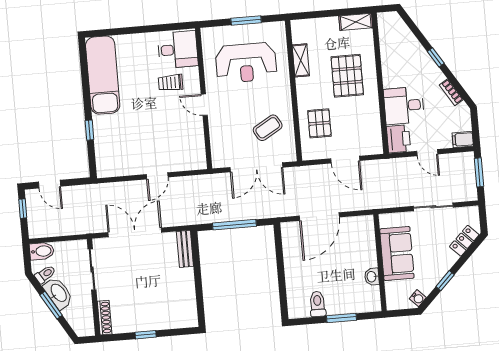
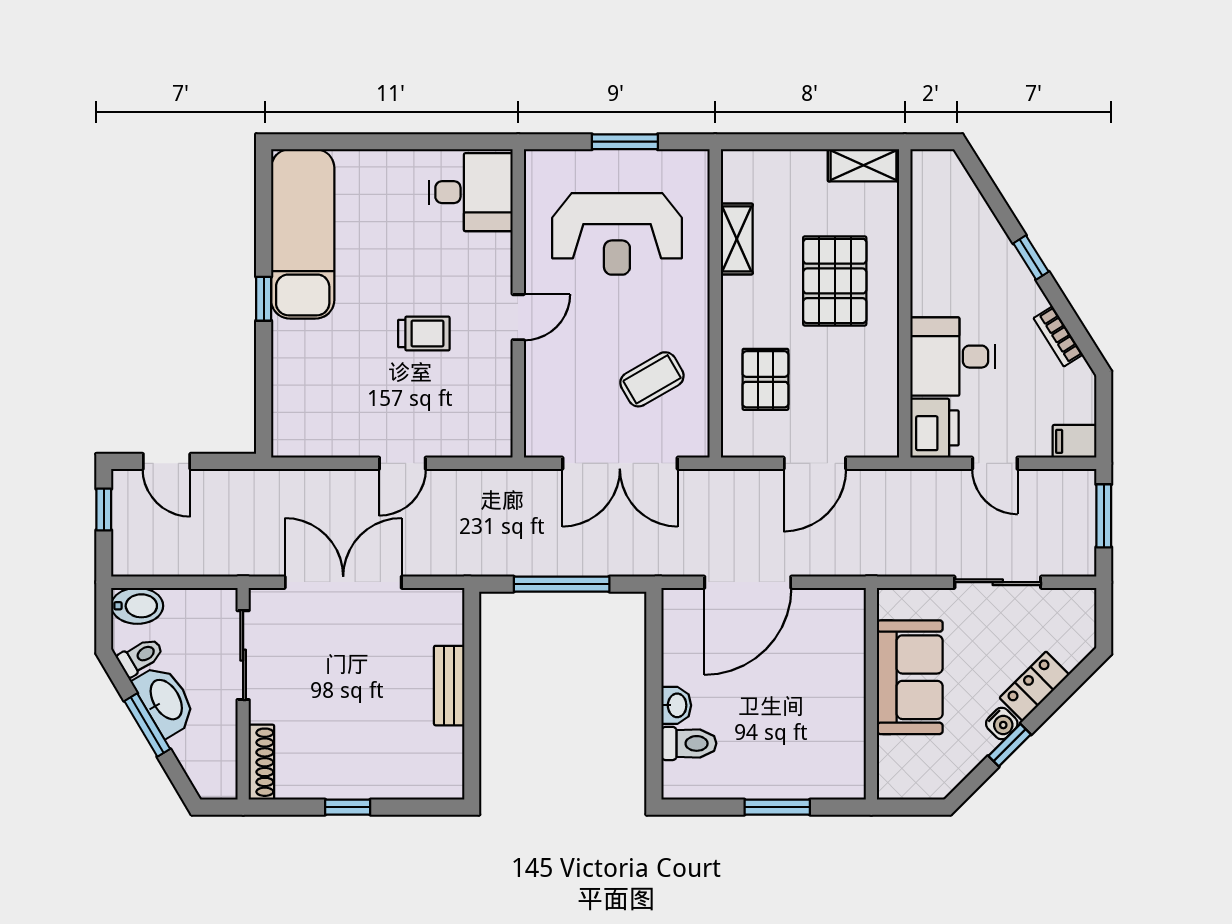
trolley: (171, 83) -> (424, 334), moved, turned 180
door: (204, 105) -> (518, 317), swing flipped
window: (89, 130) -> (264, 299), moved
door: (345, 160) -> (815, 463), hinge flipped
locker: (464, 241) -> (1034, 686), moved
bench: (185, 249) -> (449, 686), moved
washbasin: (372, 277) -> (676, 705), moved, turned 180
water cooler: (418, 298) -> (1002, 724), moved
toilet: (318, 304) -> (689, 743), moved, turned 90

